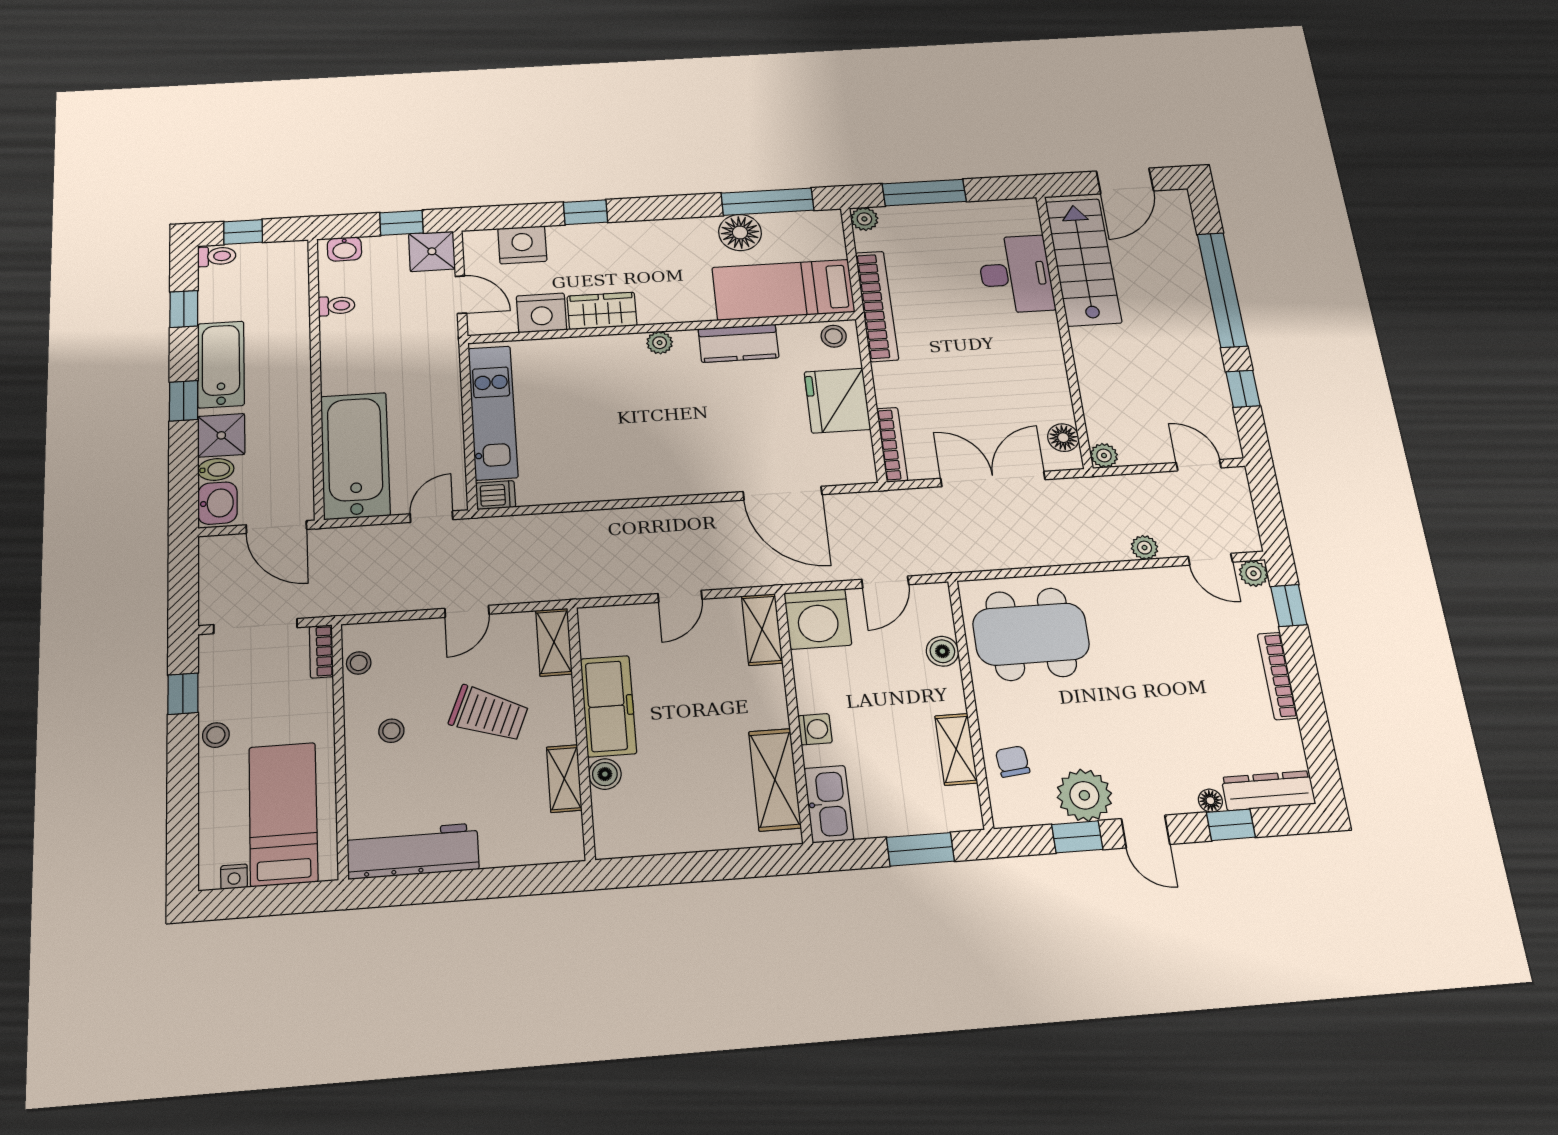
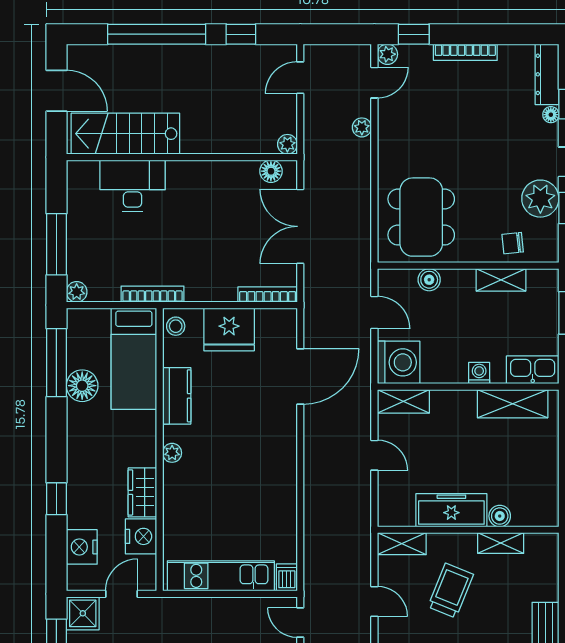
bookcase: (877, 306) -> (153, 294), width x0.68, depth x0.76

